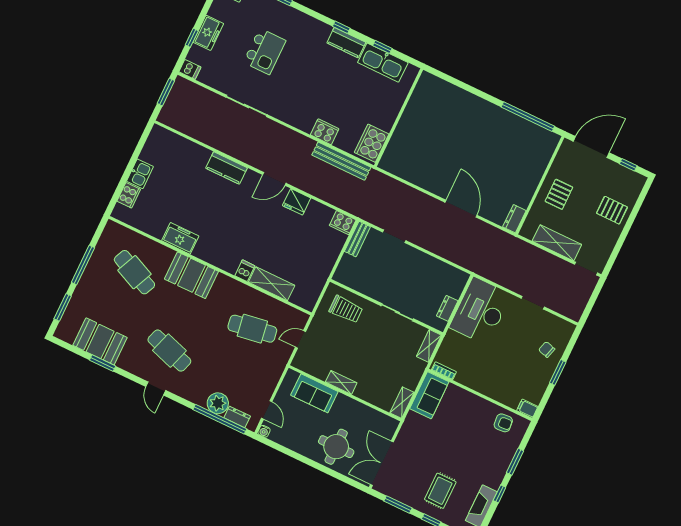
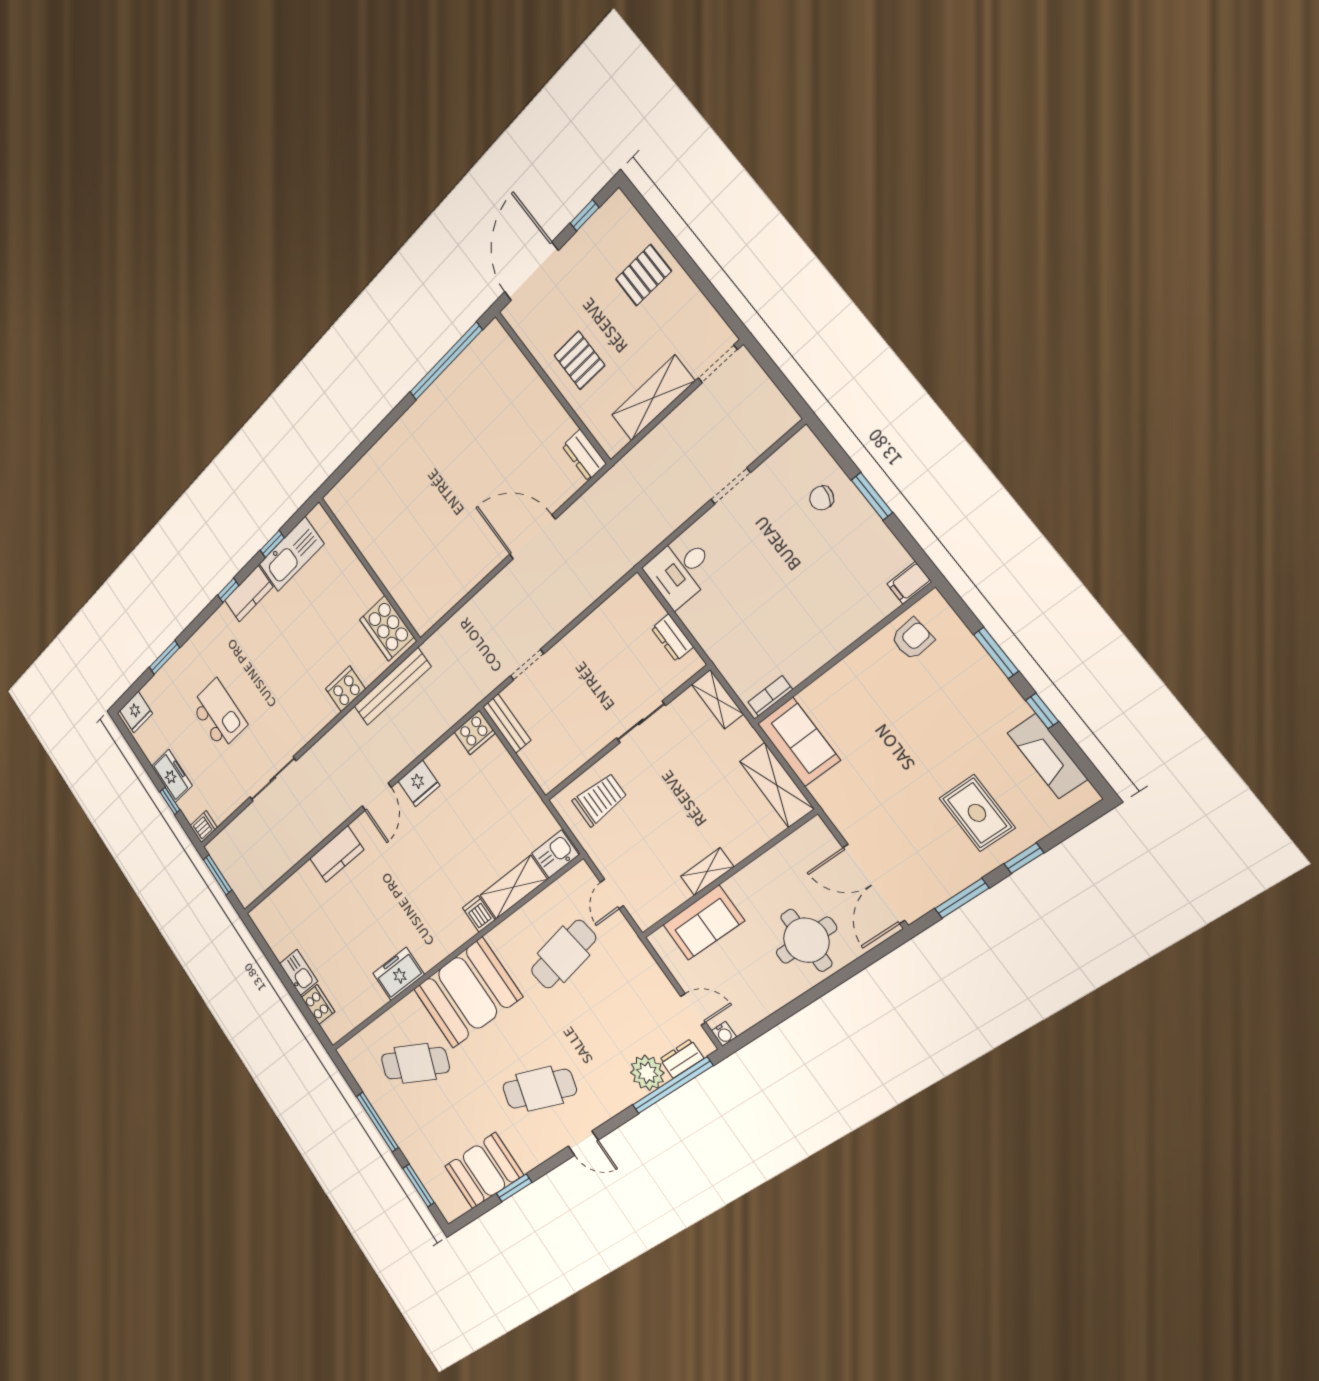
booth: (191, 275) -> (467, 993), width x1.36, depth x1.42
kitchen sink: (303, 299) -> (555, 854), added
desk: (480, 311) -> (680, 571), width x0.53, depth x0.77
shelving: (402, 403) -> (777, 785), width x1.50, depth x1.33

